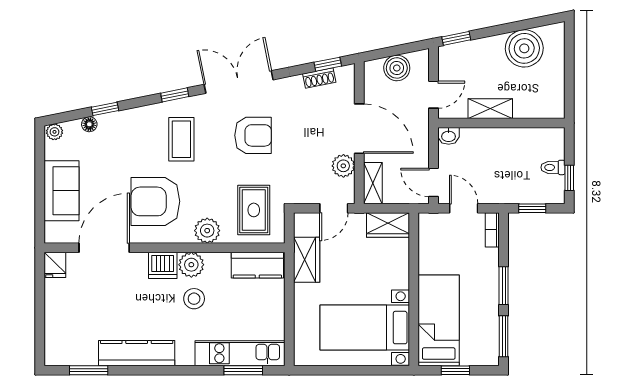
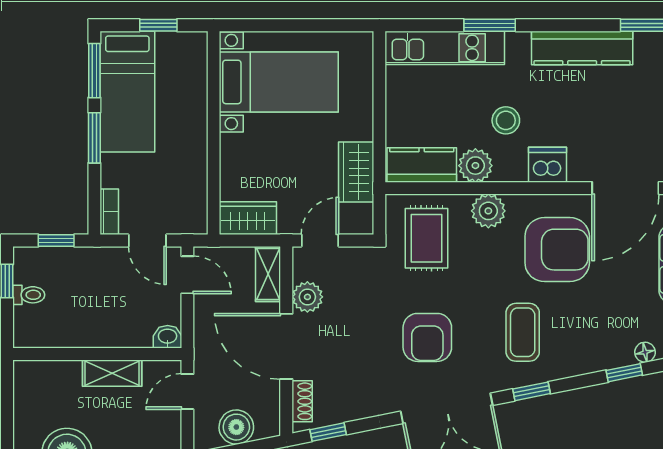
shoe rack: (319, 78) -> (302, 401), moved, turned 101
armchair: (253, 135) -> (427, 337), turned -90
plant: (191, 265) -> (475, 166), moved
bed: (439, 320) -> (127, 92), moved
window: (243, 370) -> (490, 25), moved

